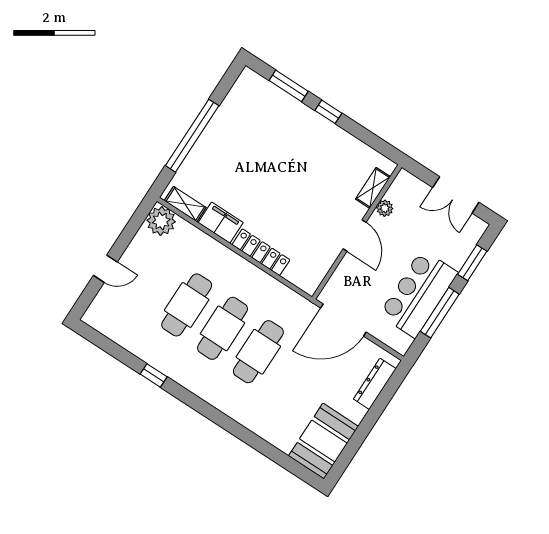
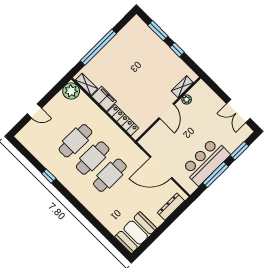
shelving: (373, 188) -> (182, 87), moved
plant: (385, 208) -> (187, 99), moved
wall: (357, 232) -> (168, 109), moved
door: (355, 235) -> (167, 111), moved

